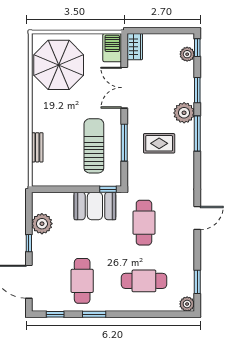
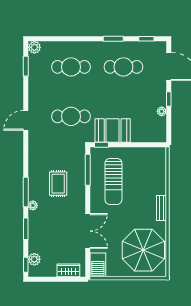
wardrobe: (135, 47) -> (68, 270), moved, turned 90
plant: (184, 113) -> (33, 205), width x0.53, depth x0.53
window: (124, 143) -> (88, 170), moved
rug: (159, 143) -> (58, 184), turned 90
bench: (37, 147) -> (162, 208), moved
cafe table: (144, 223) -> (71, 116), turned 90
plant: (42, 224) -> (162, 111), width x0.53, depth x0.53
cafe table: (82, 281) -> (123, 67), turned 90

